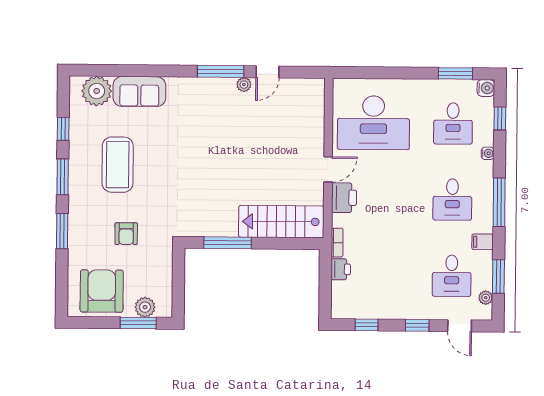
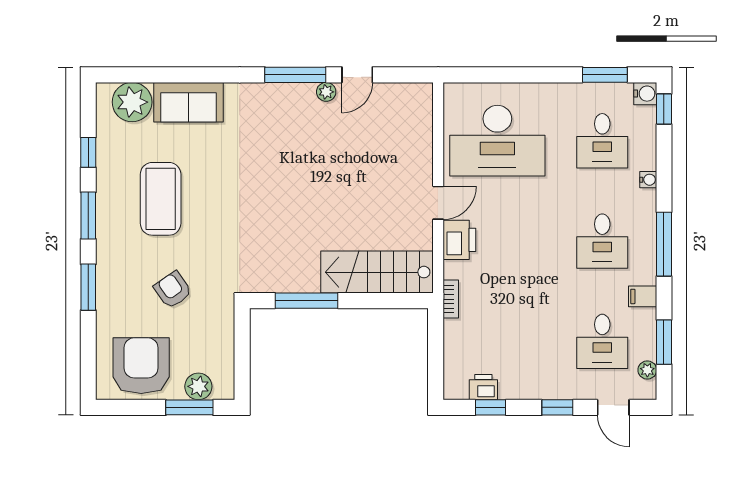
window: (500, 118) -> (664, 109), moved
armchair: (126, 234) -> (173, 290), turned 145
printer: (341, 269) -> (483, 387), moved, turned -90

